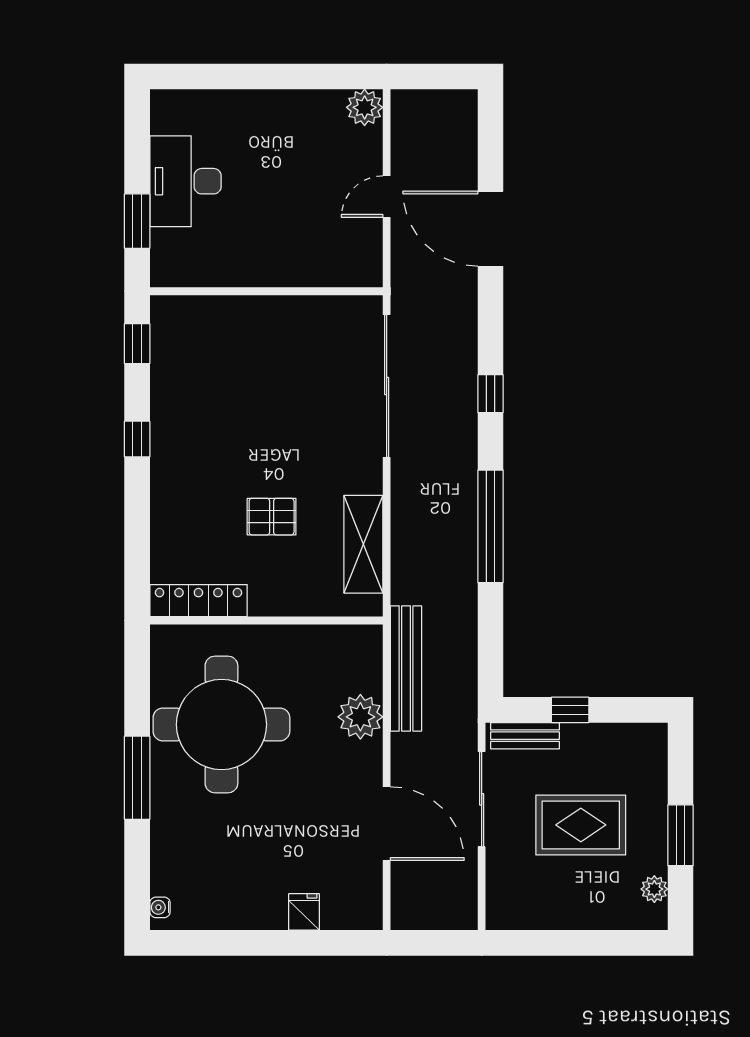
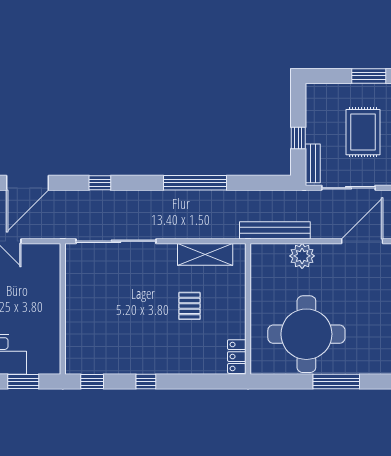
window: (490, 394) -> (100, 183), moved
locker: (198, 601) -> (237, 357), width x0.66

